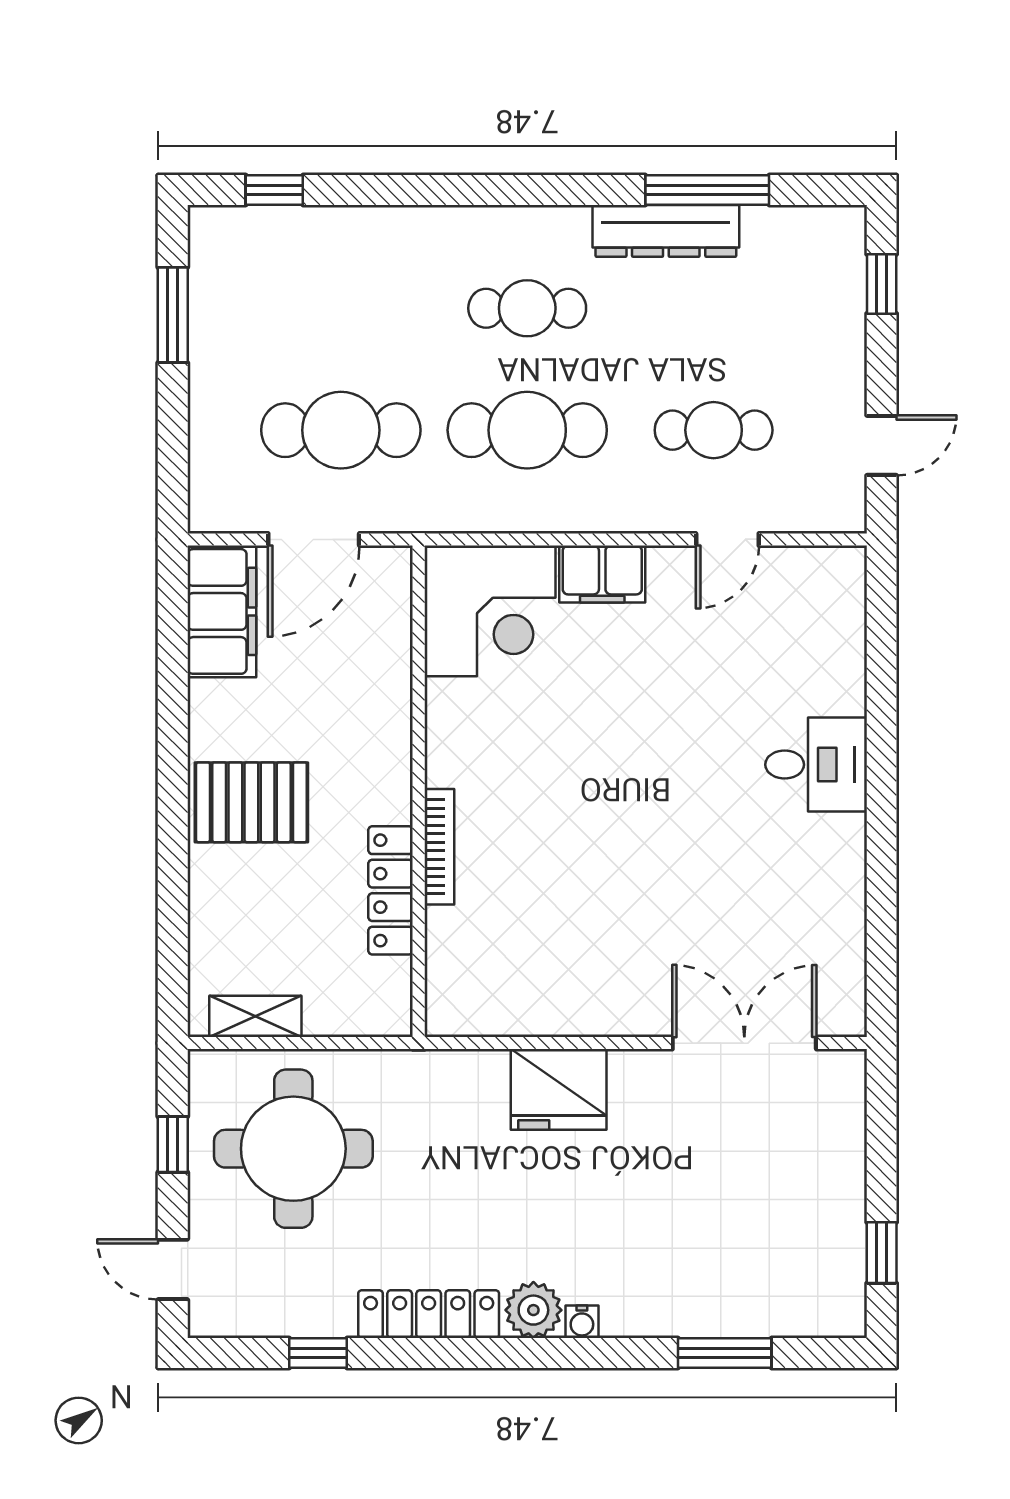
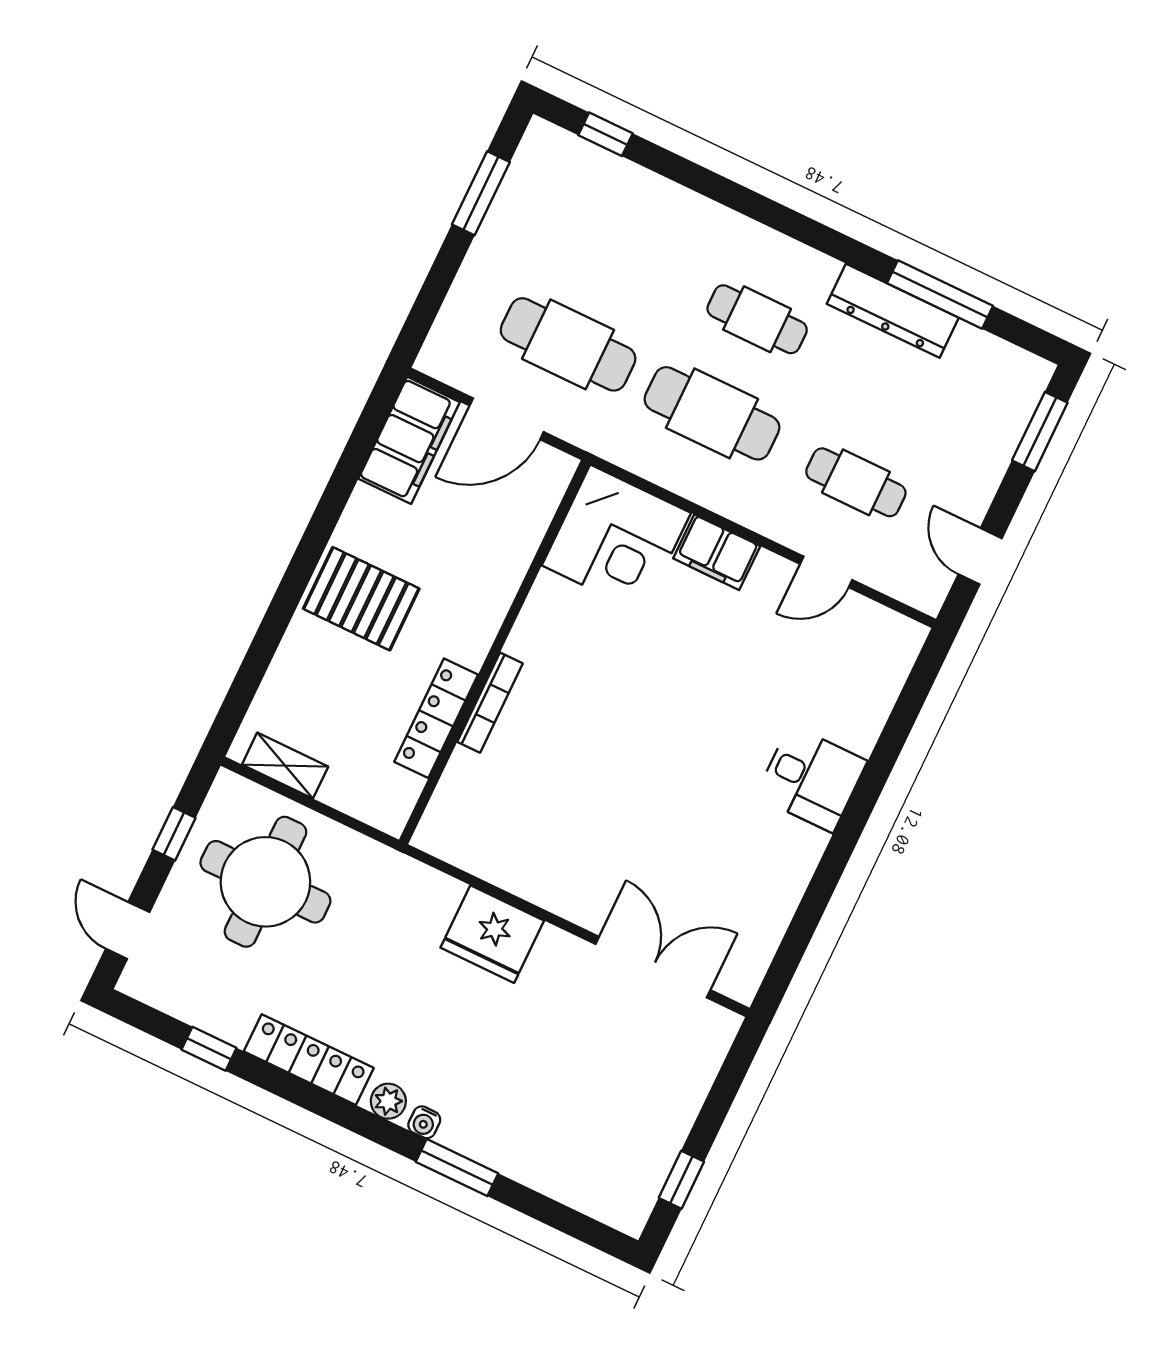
window: (882, 284) -> (1040, 432), width x1.50
door: (882, 445) -> (980, 556), swing flipped
plant: (533, 1310) -> (388, 1101), width x0.73, depth x0.73
window: (725, 1353) -> (457, 1168), moved

